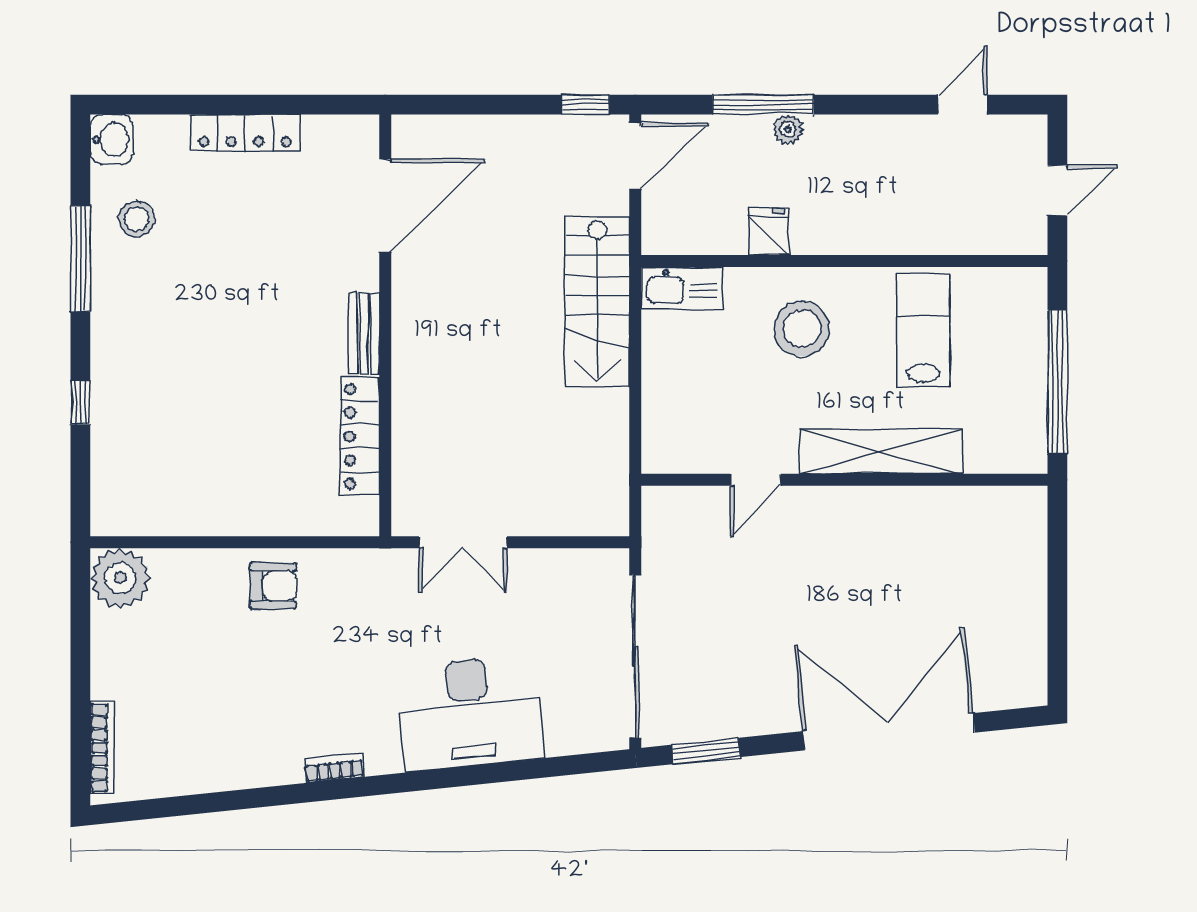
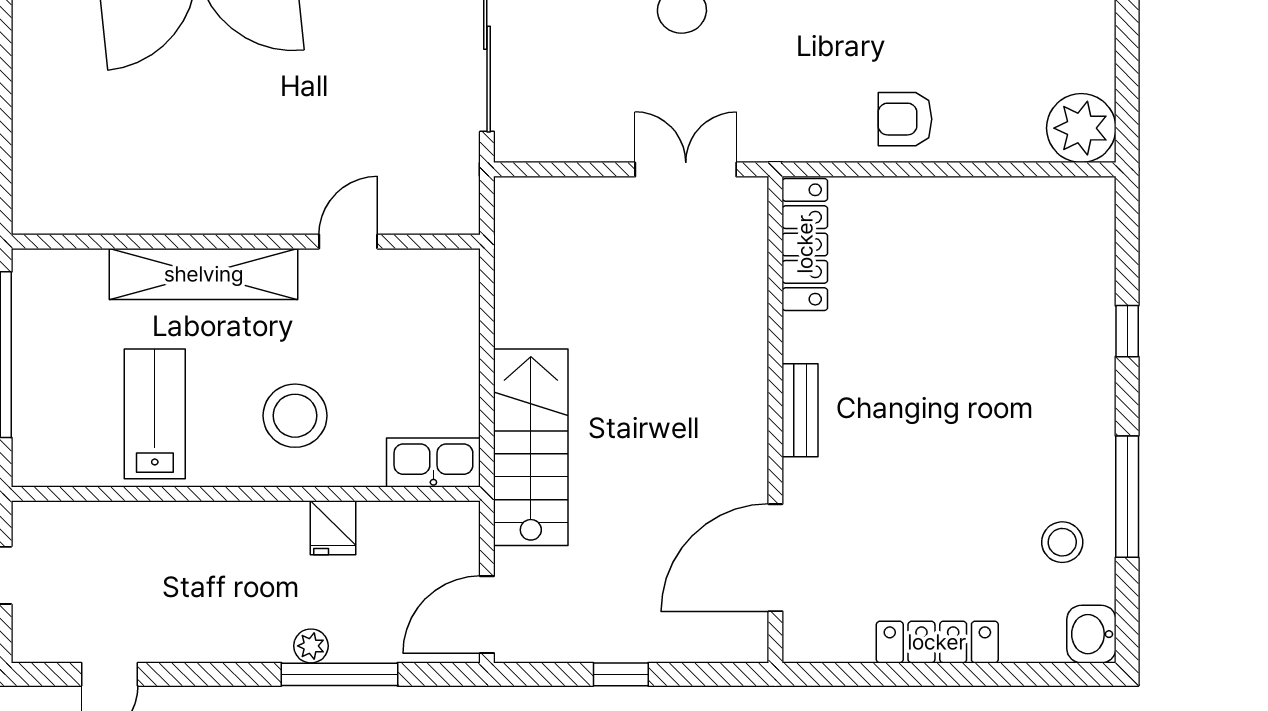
window: (585, 105) -> (621, 674), moved
lab bench: (923, 330) -> (155, 414), turned 180
locker: (360, 436) -> (805, 244), moved

